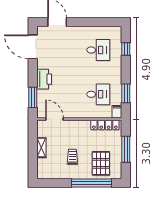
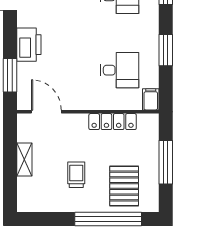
window: (126, 93) -> (166, 50), moved
locker: (105, 125) -> (113, 122), moved

